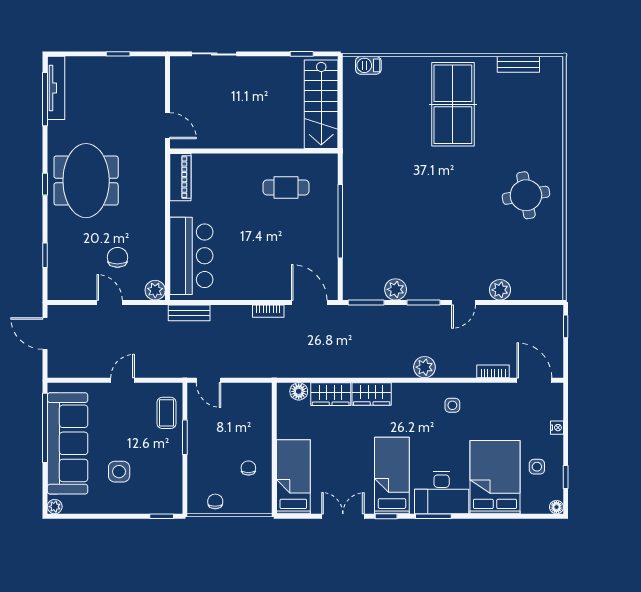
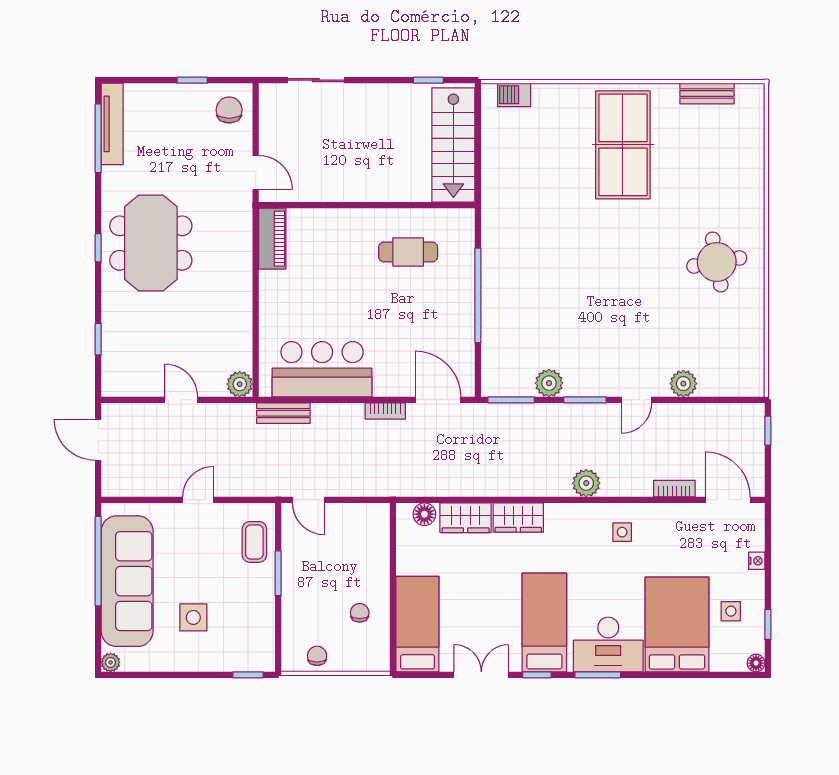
bar counter: (191, 256) -> (322, 369), moved, turned -90
chair: (117, 257) -> (229, 110), moved

